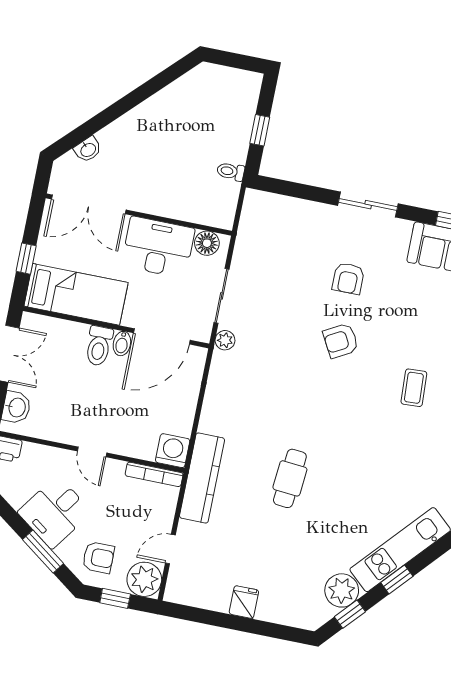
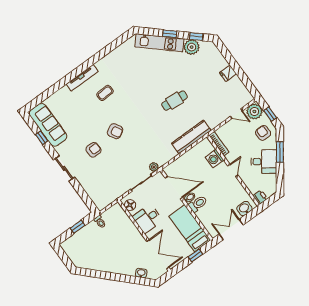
desk: (158, 247) -> (148, 219), width x0.73
washing machine: (173, 451) -> (214, 159), moved
kitchen counter: (202, 478) -> (191, 137), moved

